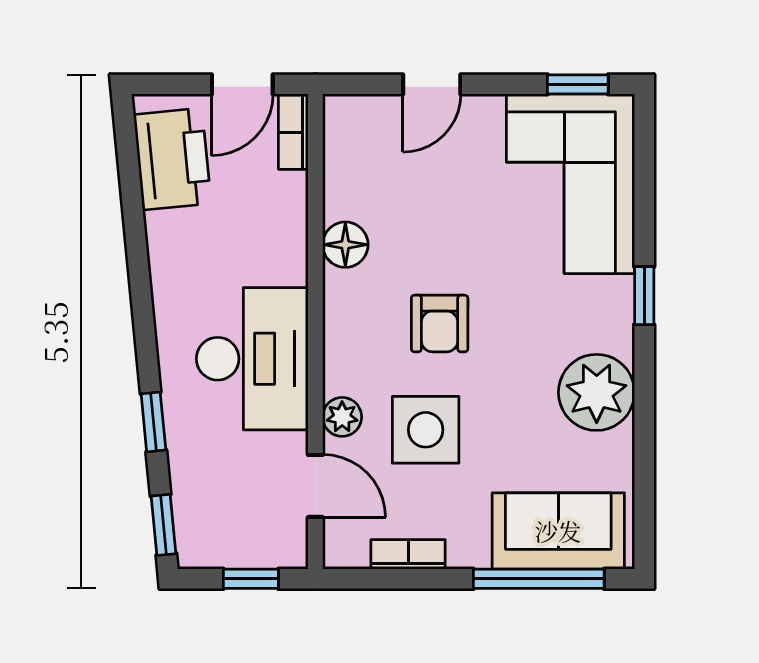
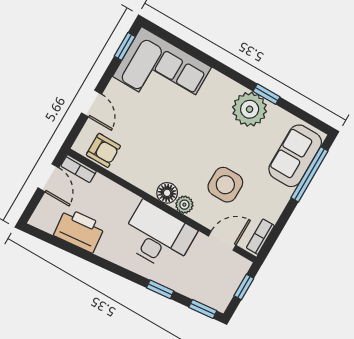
printer: (172, 159) -> (79, 230), moved
floor lamp: (345, 245) -> (167, 193), moved
window: (644, 296) -> (267, 94), moved
armchair: (440, 324) -> (103, 150), moved
plant: (342, 417) -> (184, 205), moved
bookcase: (408, 554) -> (260, 237), moved

